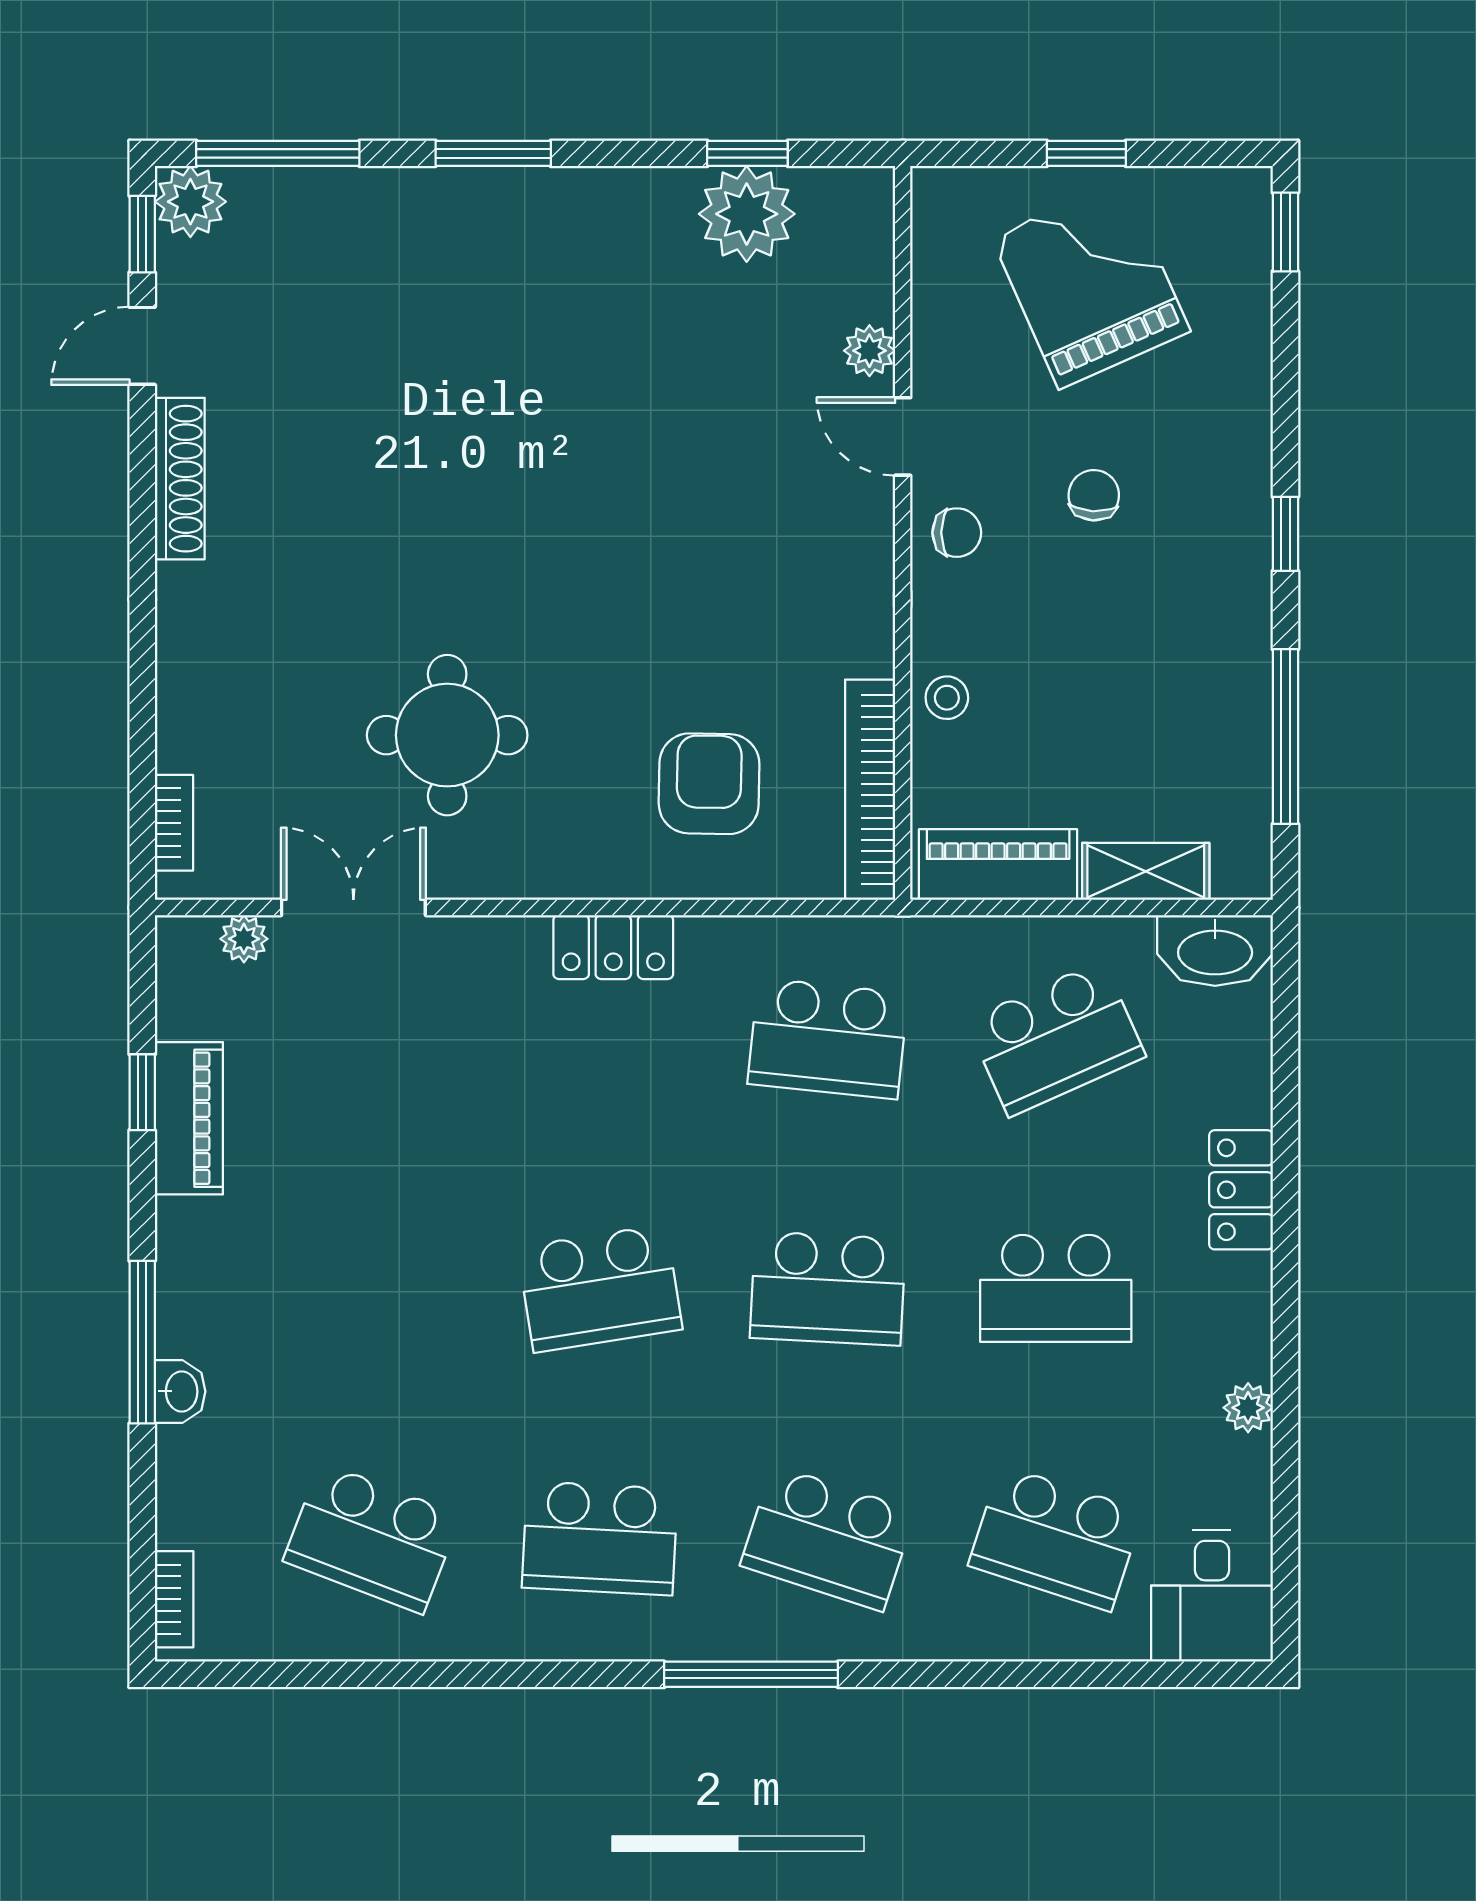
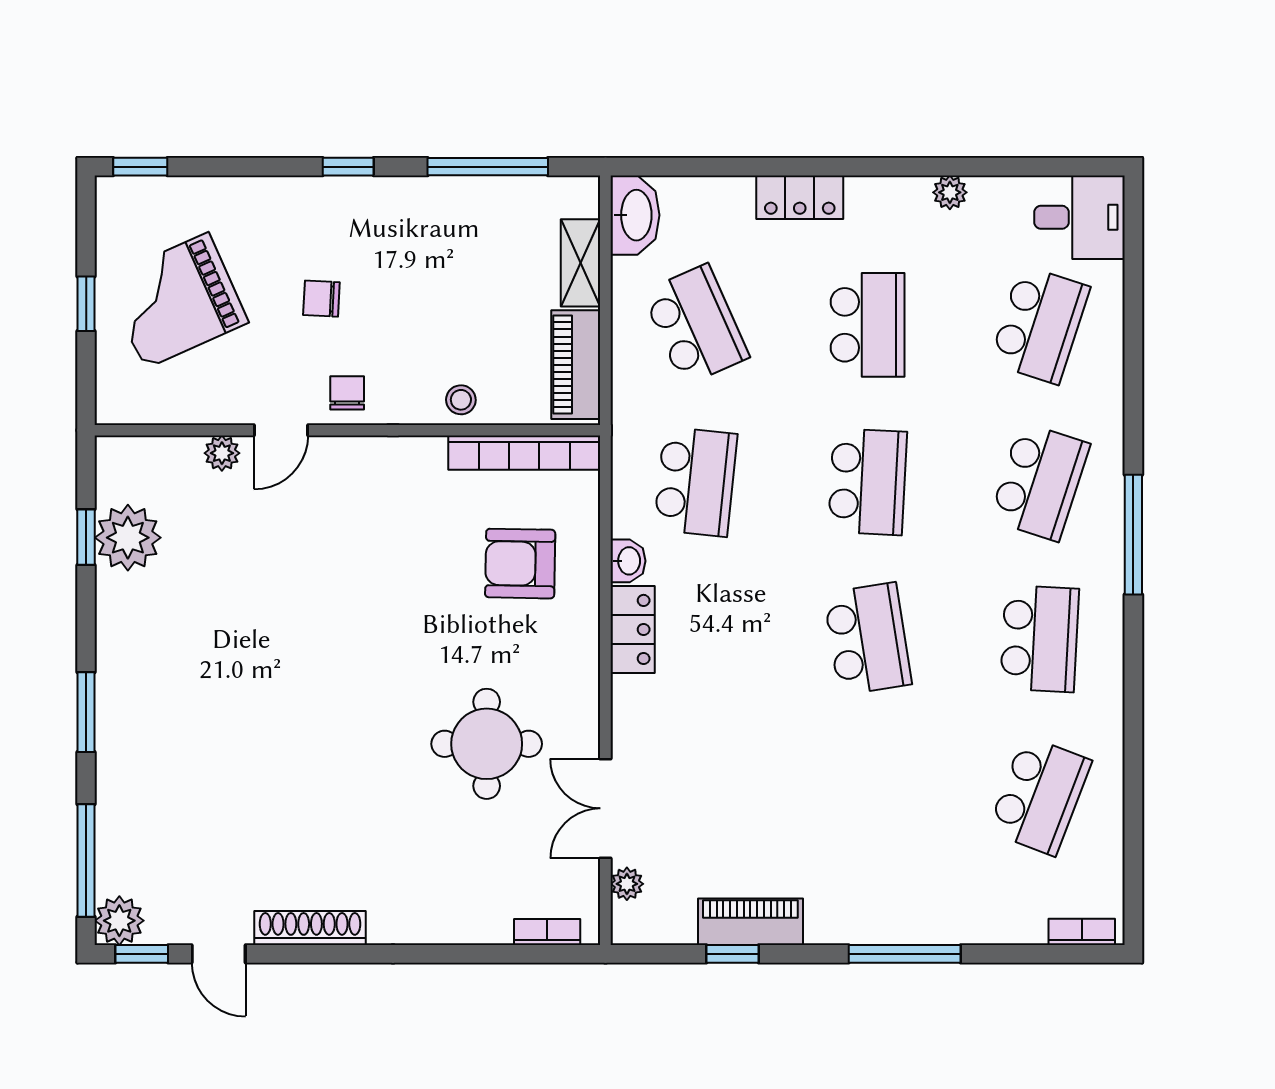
washbasin: (180, 1391) -> (628, 561), moved, turned 90

